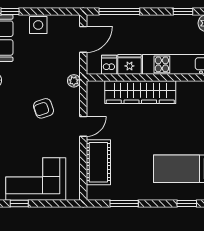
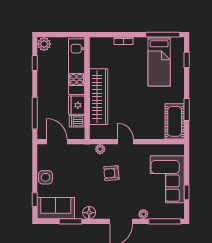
plant: (74, 81) -> (100, 149), moved
armchair: (43, 108) -> (111, 173), turned 104
cot: (98, 162) -> (175, 121), moved, turned 90

